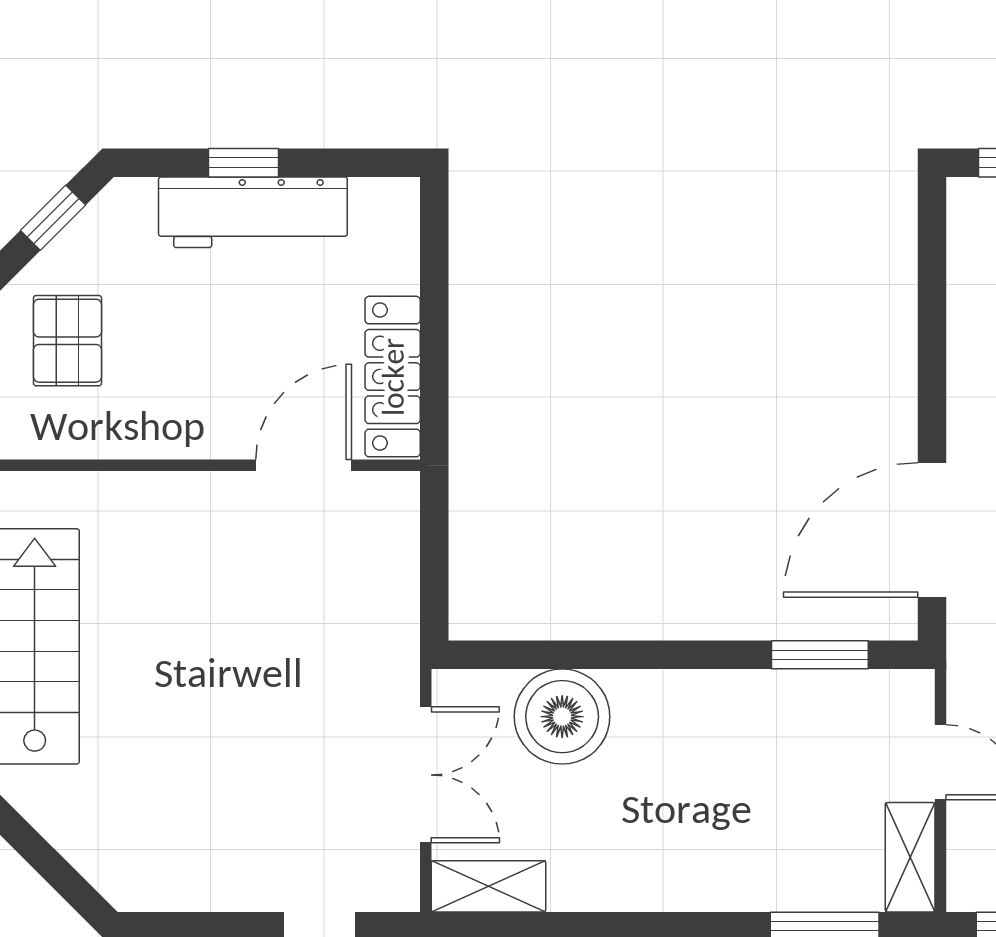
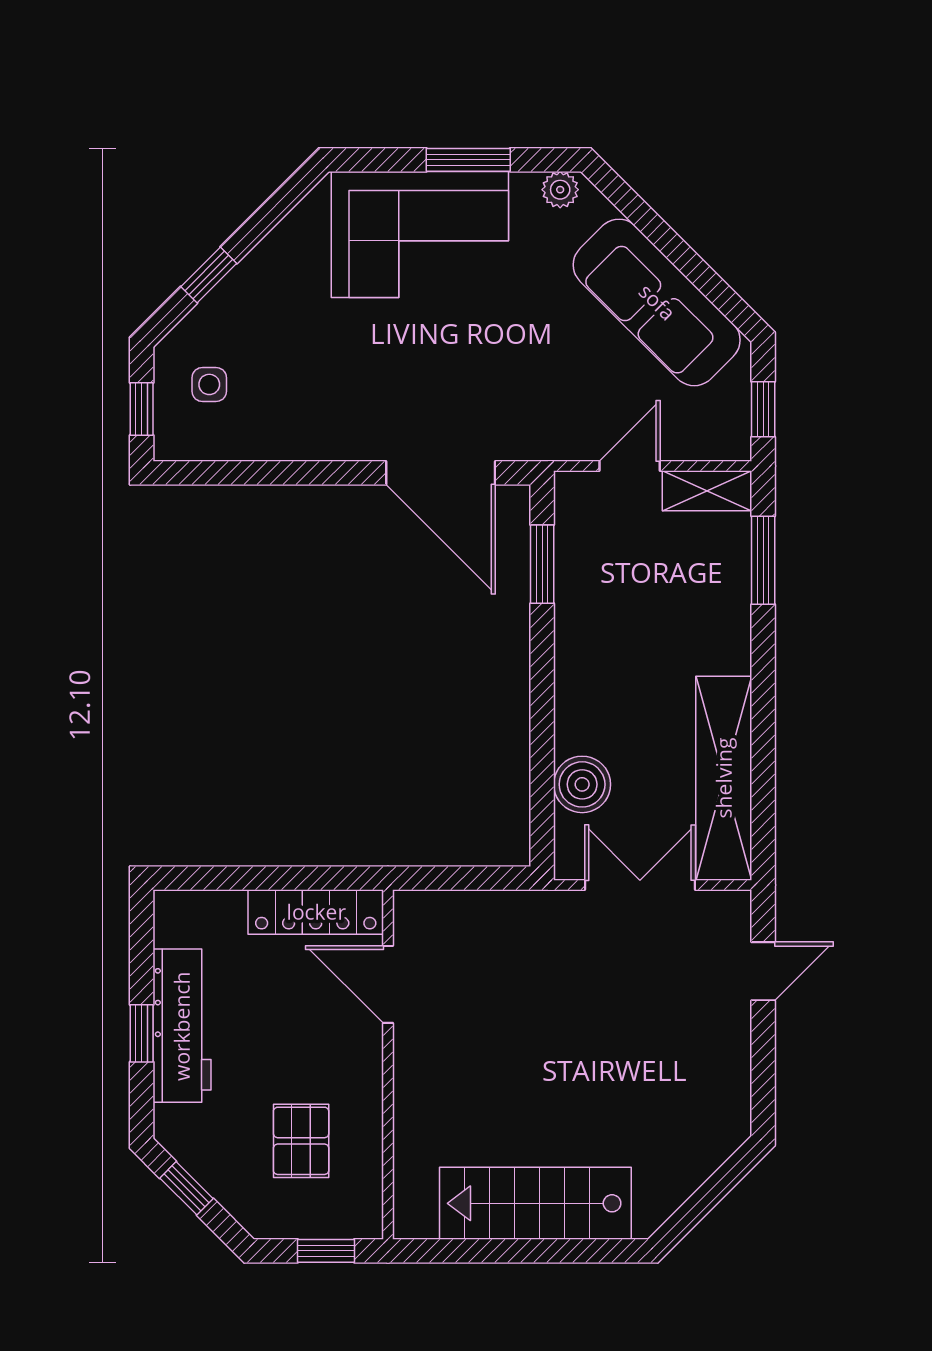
pallet: (67, 341) -> (301, 1141), moved, turned 90
boiler: (562, 717) -> (582, 784), width x0.73, depth x0.73
shelving: (488, 886) -> (724, 778), width x2.20, depth x1.33

